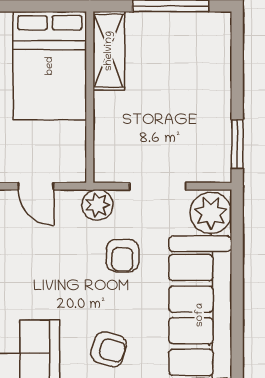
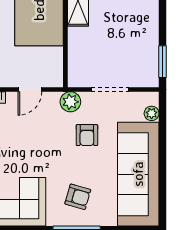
door: (36, 186) -> (30, 89), hinge flipped
plant: (211, 213) -> (152, 113), width x0.53, depth x0.53

